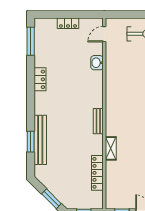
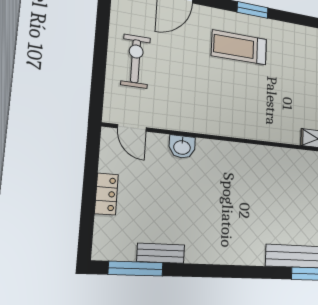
locker: (40, 79) -> (206, 253), removed
bench: (98, 121) -> (161, 253), moved

